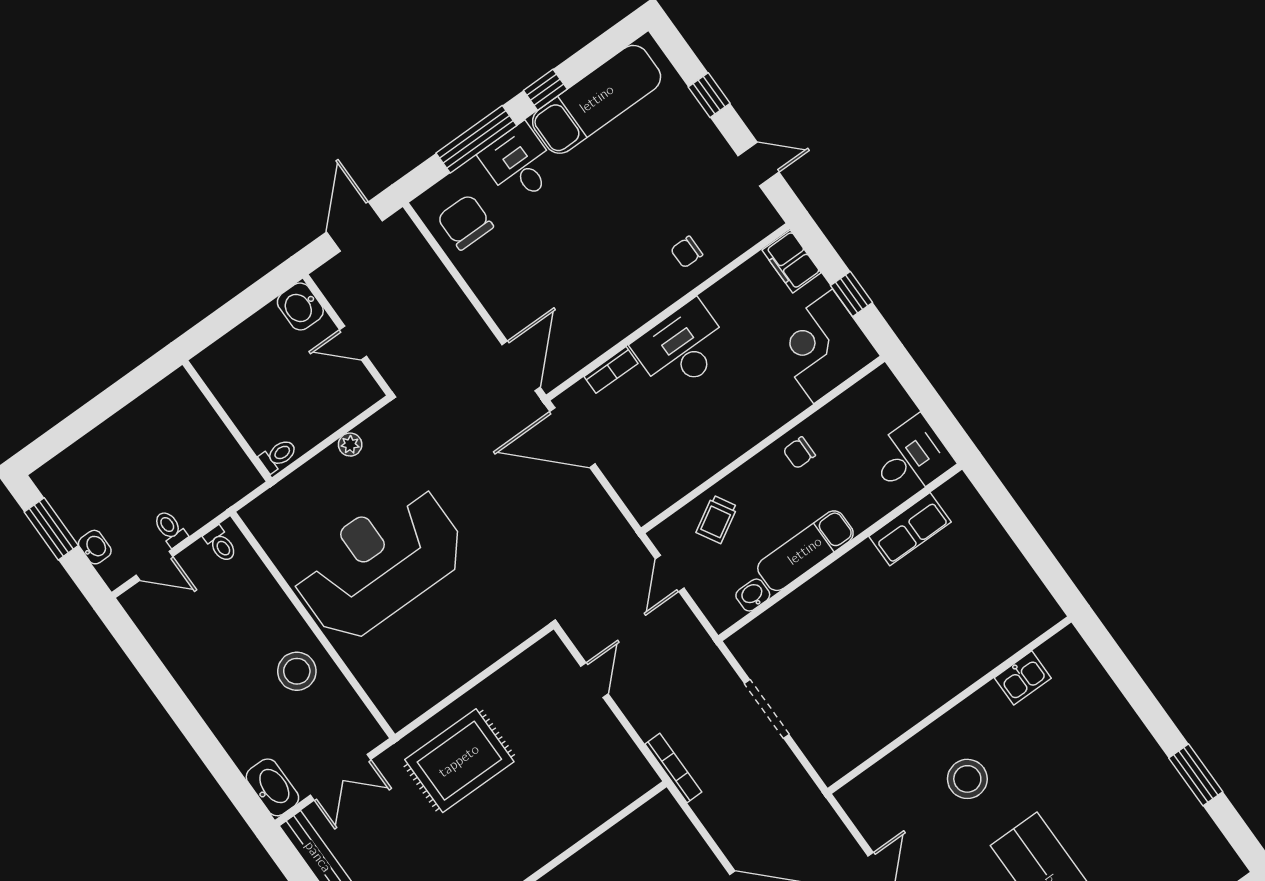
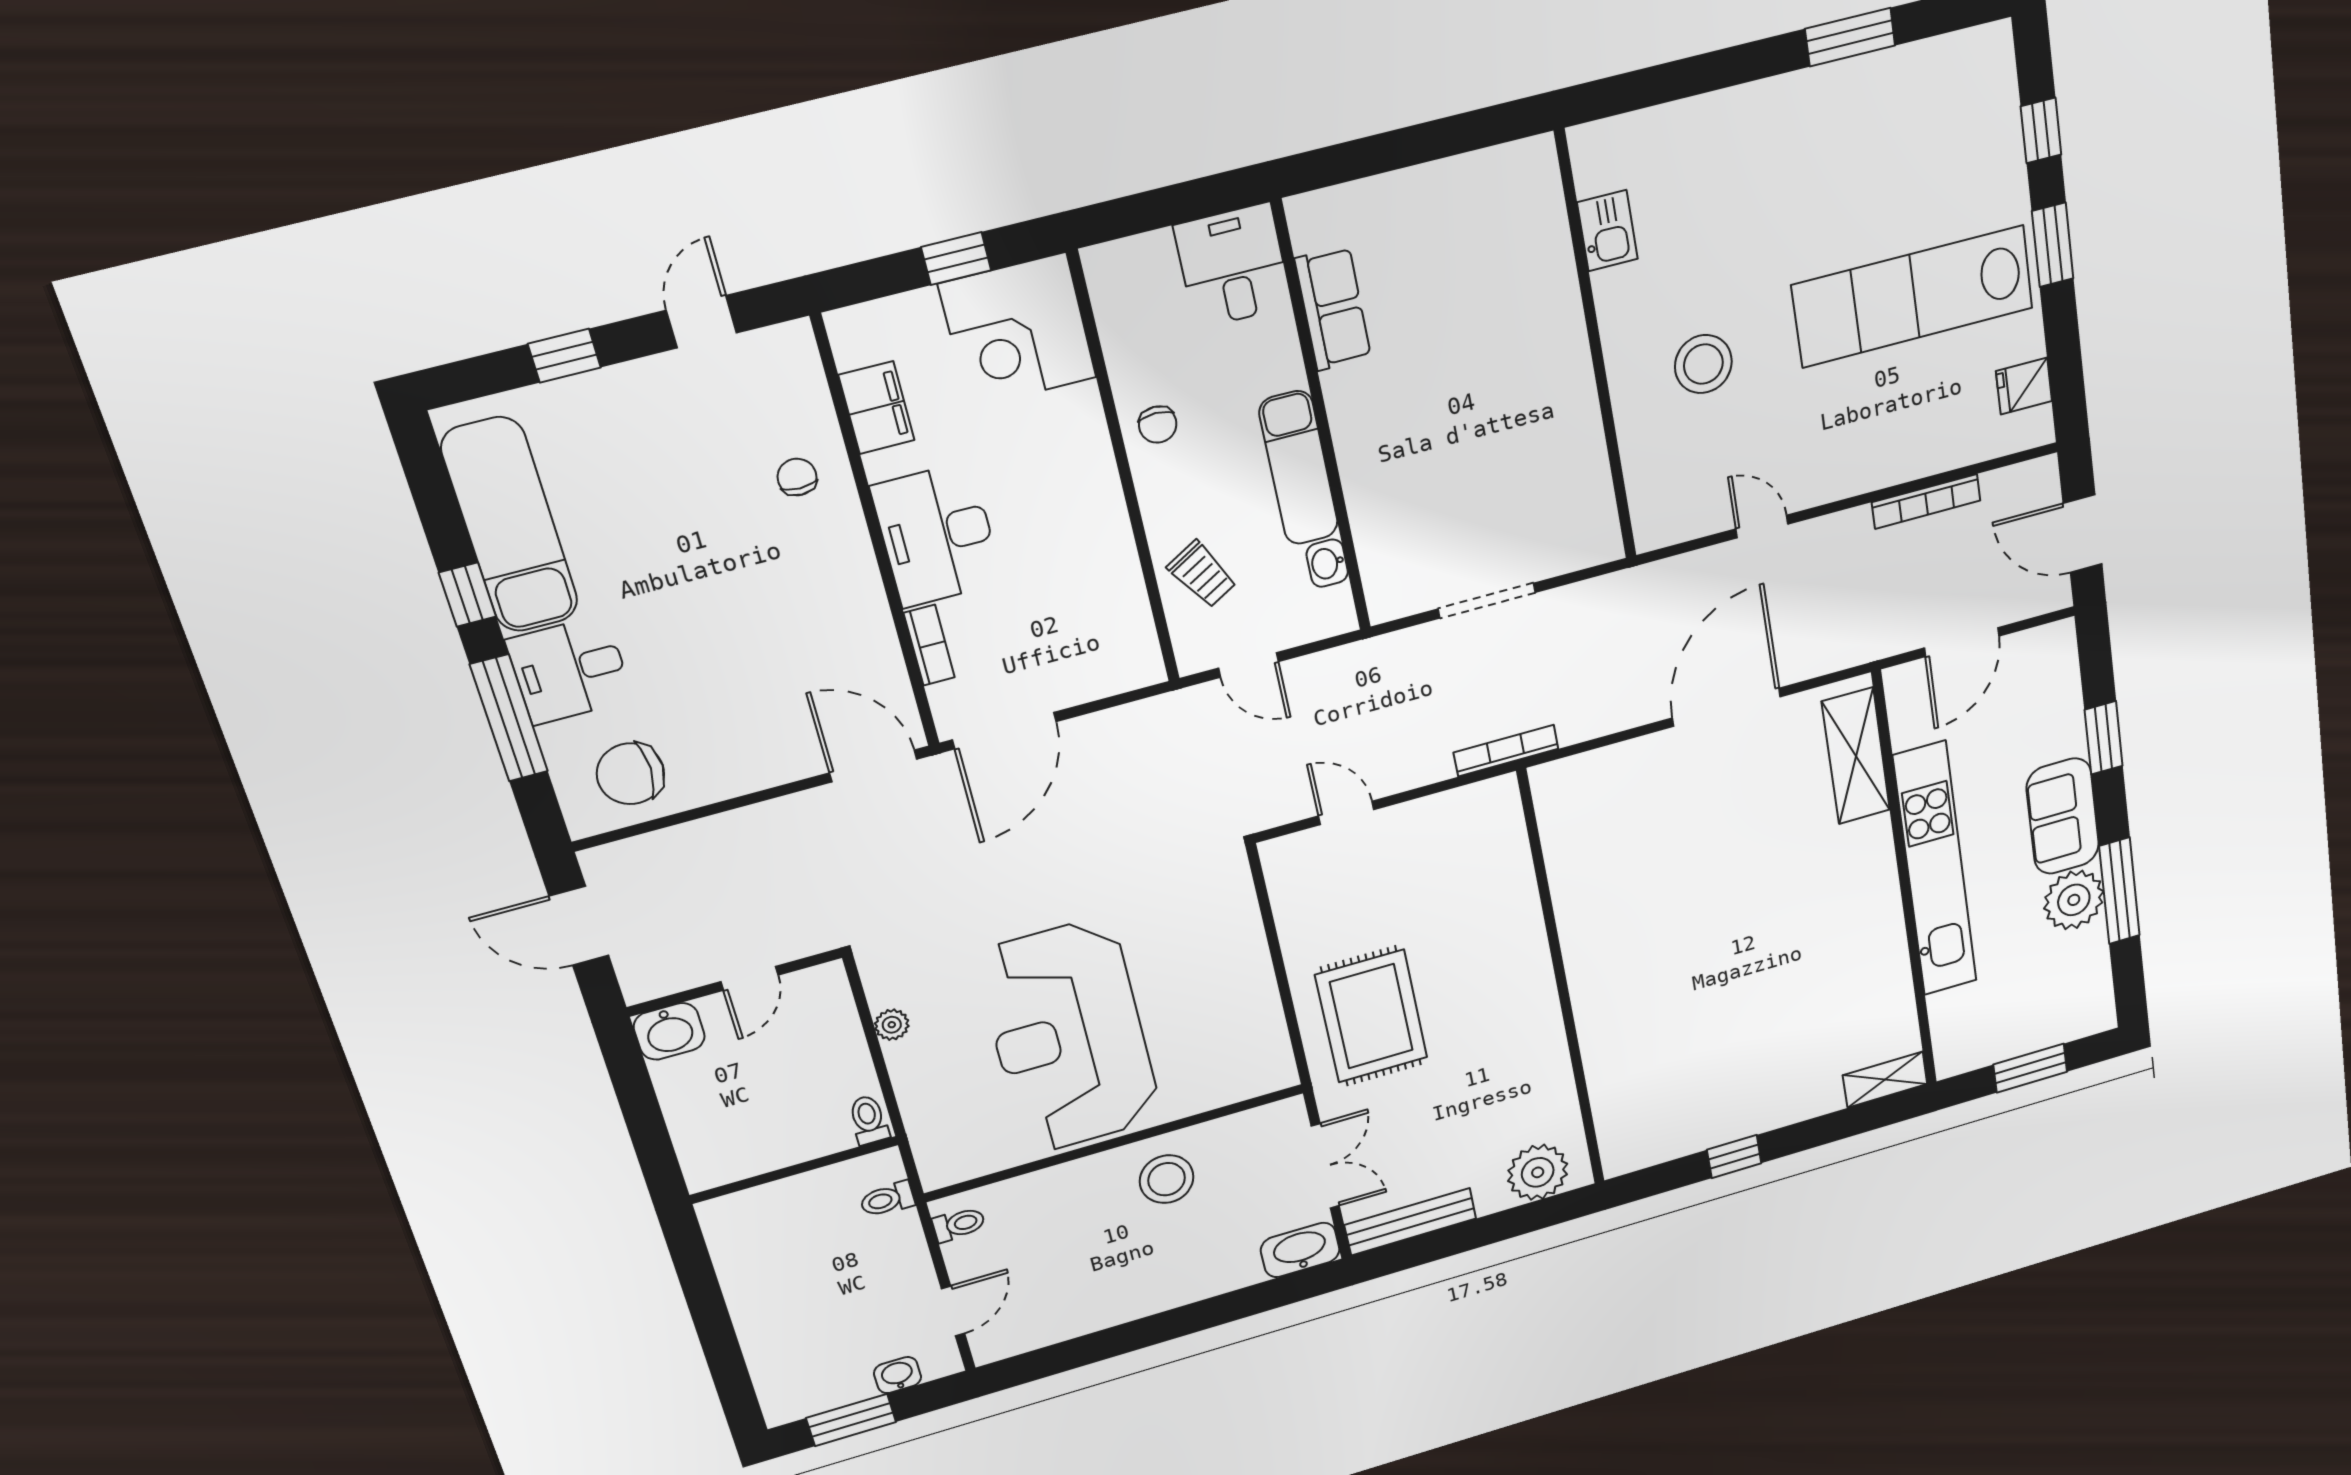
chair: (687, 252) -> (797, 477), turned 180
filing cabinet: (791, 261) -> (876, 408), moved, turned -90
toilet: (170, 528) -> (887, 1199), moved

